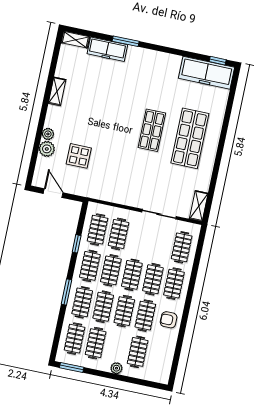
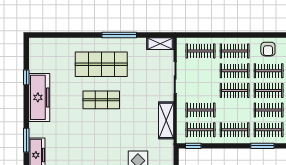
window: (218, 61) -> (26, 77), moved
freezer: (207, 73) -> (39, 97), moved
window: (217, 164) -> (119, 35), added
shelving: (115, 195) -> (166, 120), added
window: (77, 244) -> (193, 146), moved
clothes rail: (111, 270) -> (235, 110), removed

